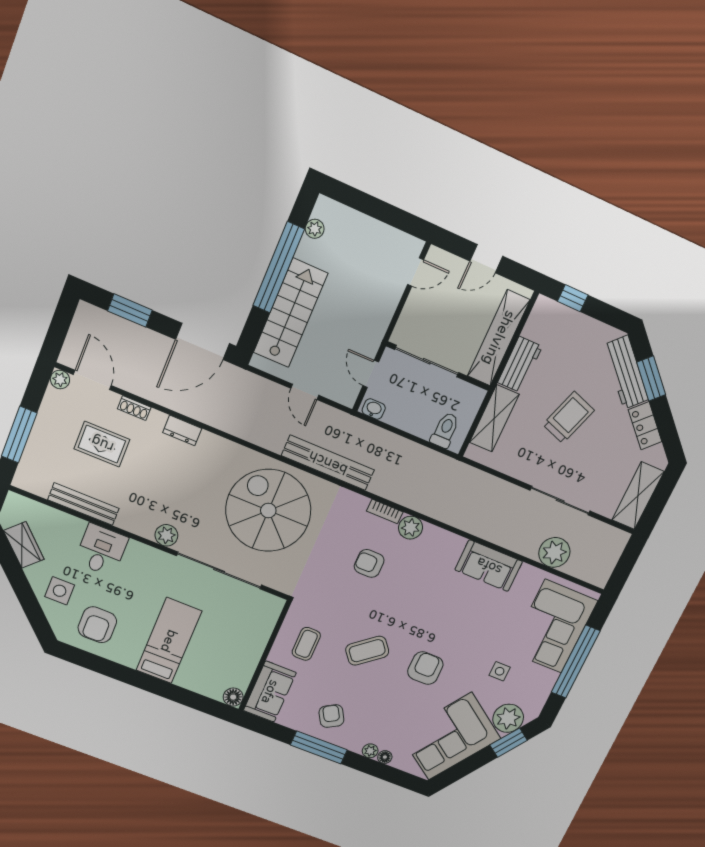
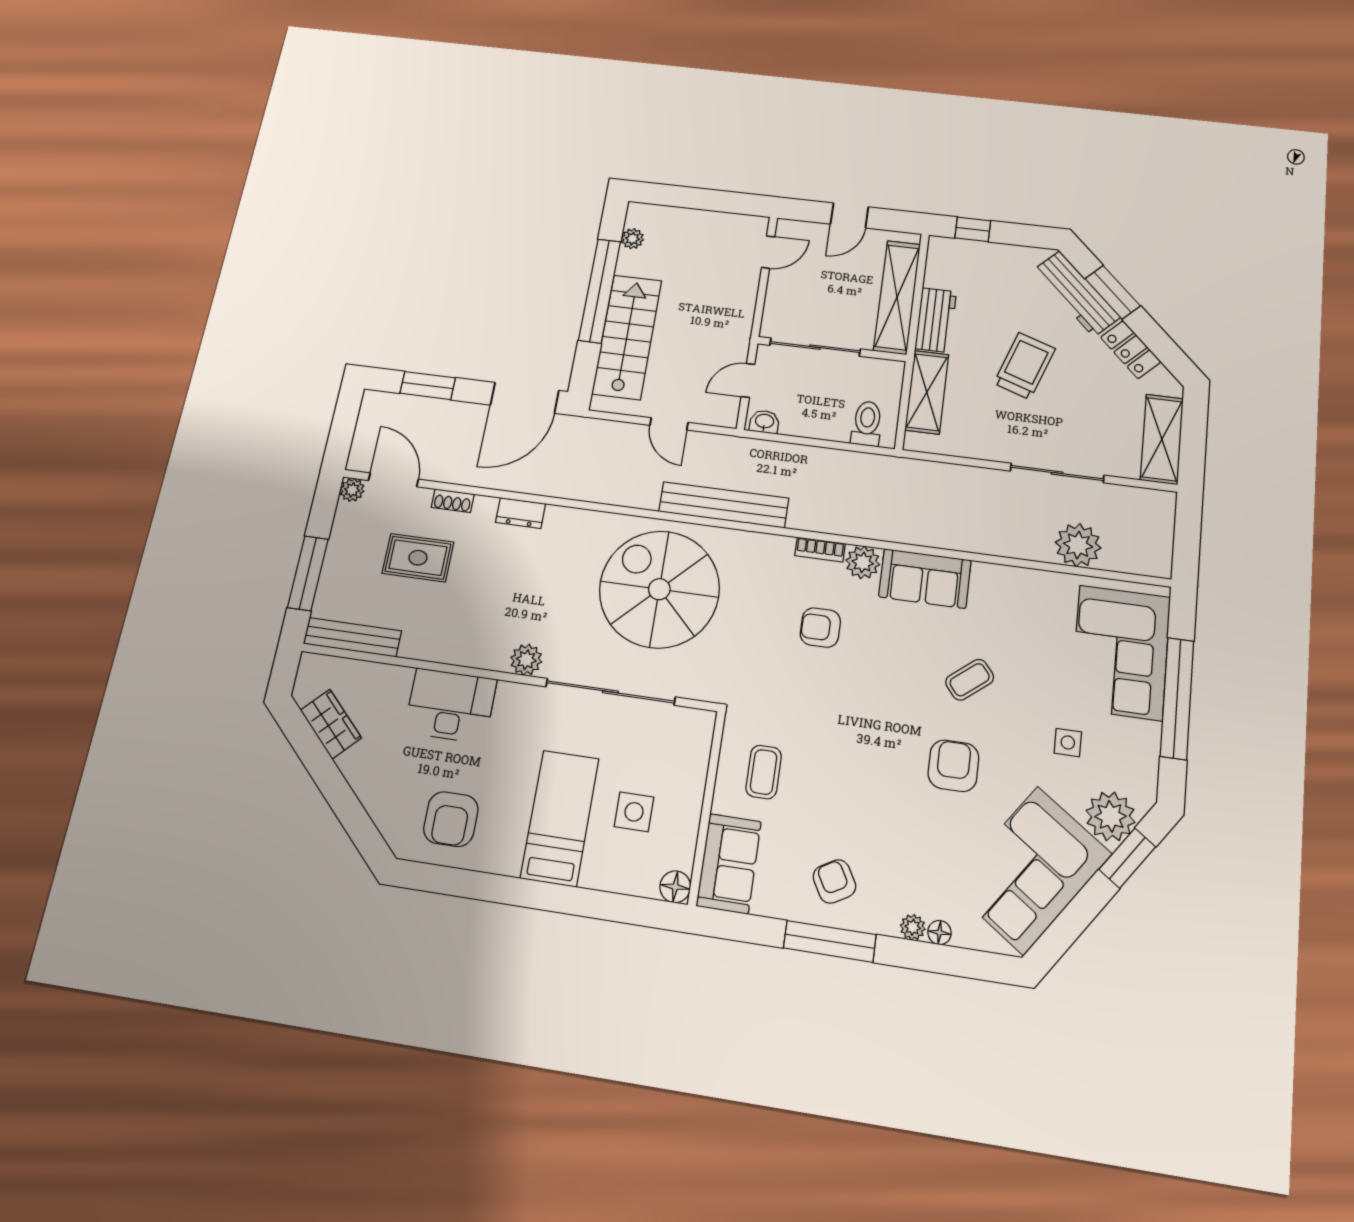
door: (371, 374) -> (748, 380), hinge flipped
bench: (83, 504) -> (352, 637), moved
desk: (101, 550) -> (450, 706), width x1.37
sofa: (489, 566) -> (925, 578), moved
side table: (60, 591) -> (634, 812), moved
coffee table: (367, 651) -> (970, 680), moved, width x0.73, depth x0.77

